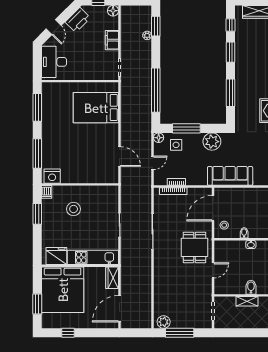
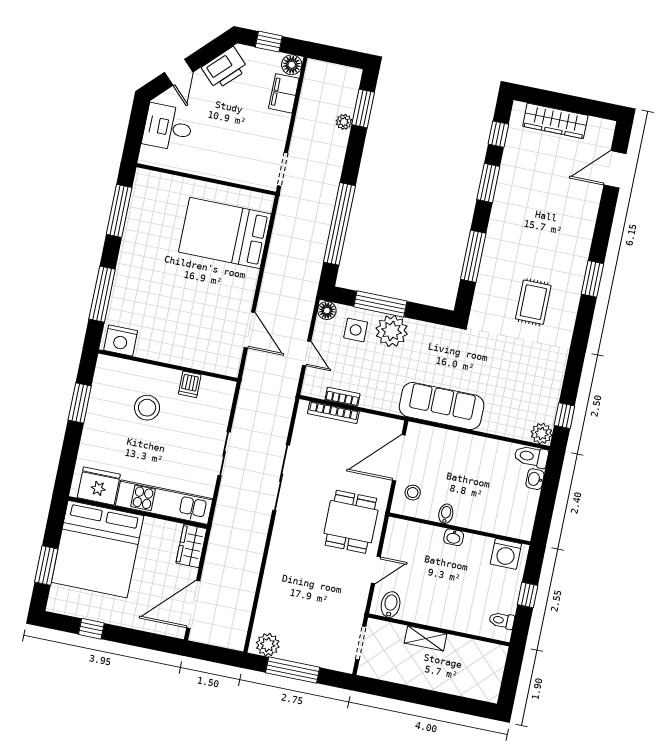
filing cabinet: (112, 40) -> (284, 93), moved
desk: (54, 62) -> (168, 127), width x0.73
plant: (212, 142) -> (392, 331), moved
door: (153, 163) -> (307, 353), hinge flipped
dishwasher: (47, 192) -> (190, 384), moved
bidet: (251, 287) -> (391, 605), moved

